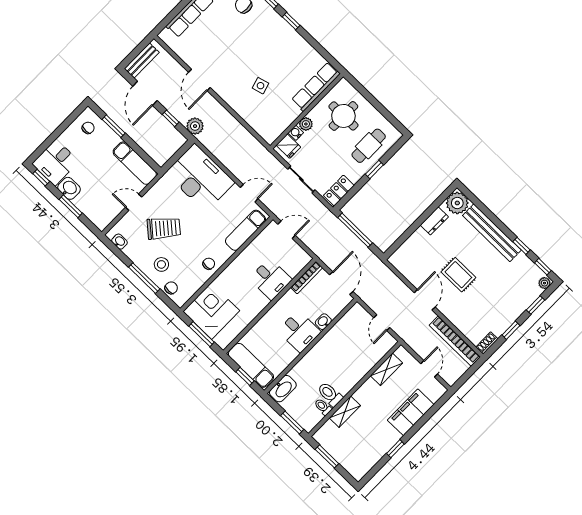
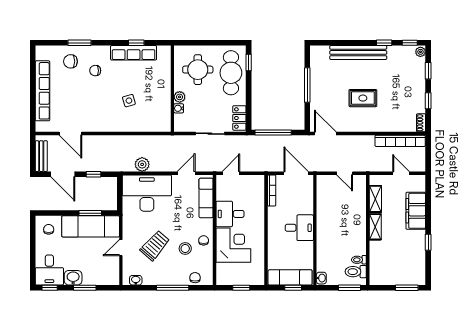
window: (291, 21) -> (136, 43), moved
chair: (257, 33) -> (95, 71), added
door: (199, 80) -> (70, 134), moved
row of seats: (316, 87) -> (134, 53), moved, turned -90
window: (114, 126) -> (90, 213), moved
plant: (195, 126) -> (142, 164), moved
fridge: (288, 146) -> (182, 121), removed
cafe table: (369, 146) -> (231, 73), width x1.37, depth x1.35
exam couch: (135, 163) -> (91, 226), width x1.36, depth x1.45
window: (374, 170) -> (249, 63), moved
plant: (457, 203) -> (319, 55), removed
window: (423, 218) -> (307, 85), added
dresser: (434, 221) -> (316, 80), removed
stool: (161, 264) -> (185, 249), moved
desk: (271, 279) -> (230, 214), moved, turned 180
door: (425, 300) -> (325, 134), moved
corner desk: (211, 311) -> (233, 245), moved, turned 90
washbasin: (323, 322) -> (308, 207), removed
window: (202, 334) -> (241, 288), width x0.67
washbasin: (283, 389) -> (321, 278), width x0.52, depth x0.69
toilet: (330, 394) -> (356, 272), moved
shelving: (345, 412) -> (375, 227), moved
window: (327, 456) -> (407, 288), moved

